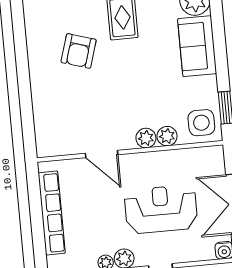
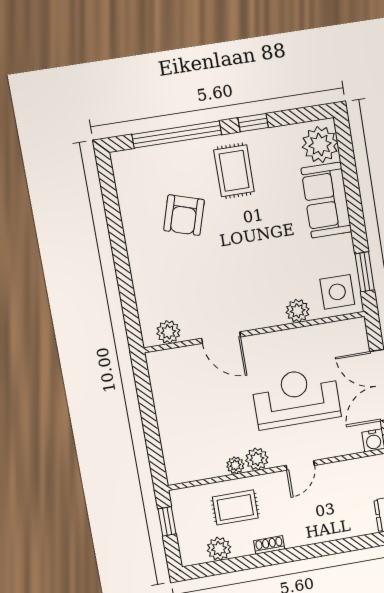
plant: (146, 138) -> (168, 332), moved
row of seats: (52, 213) -> (167, 412), removed

